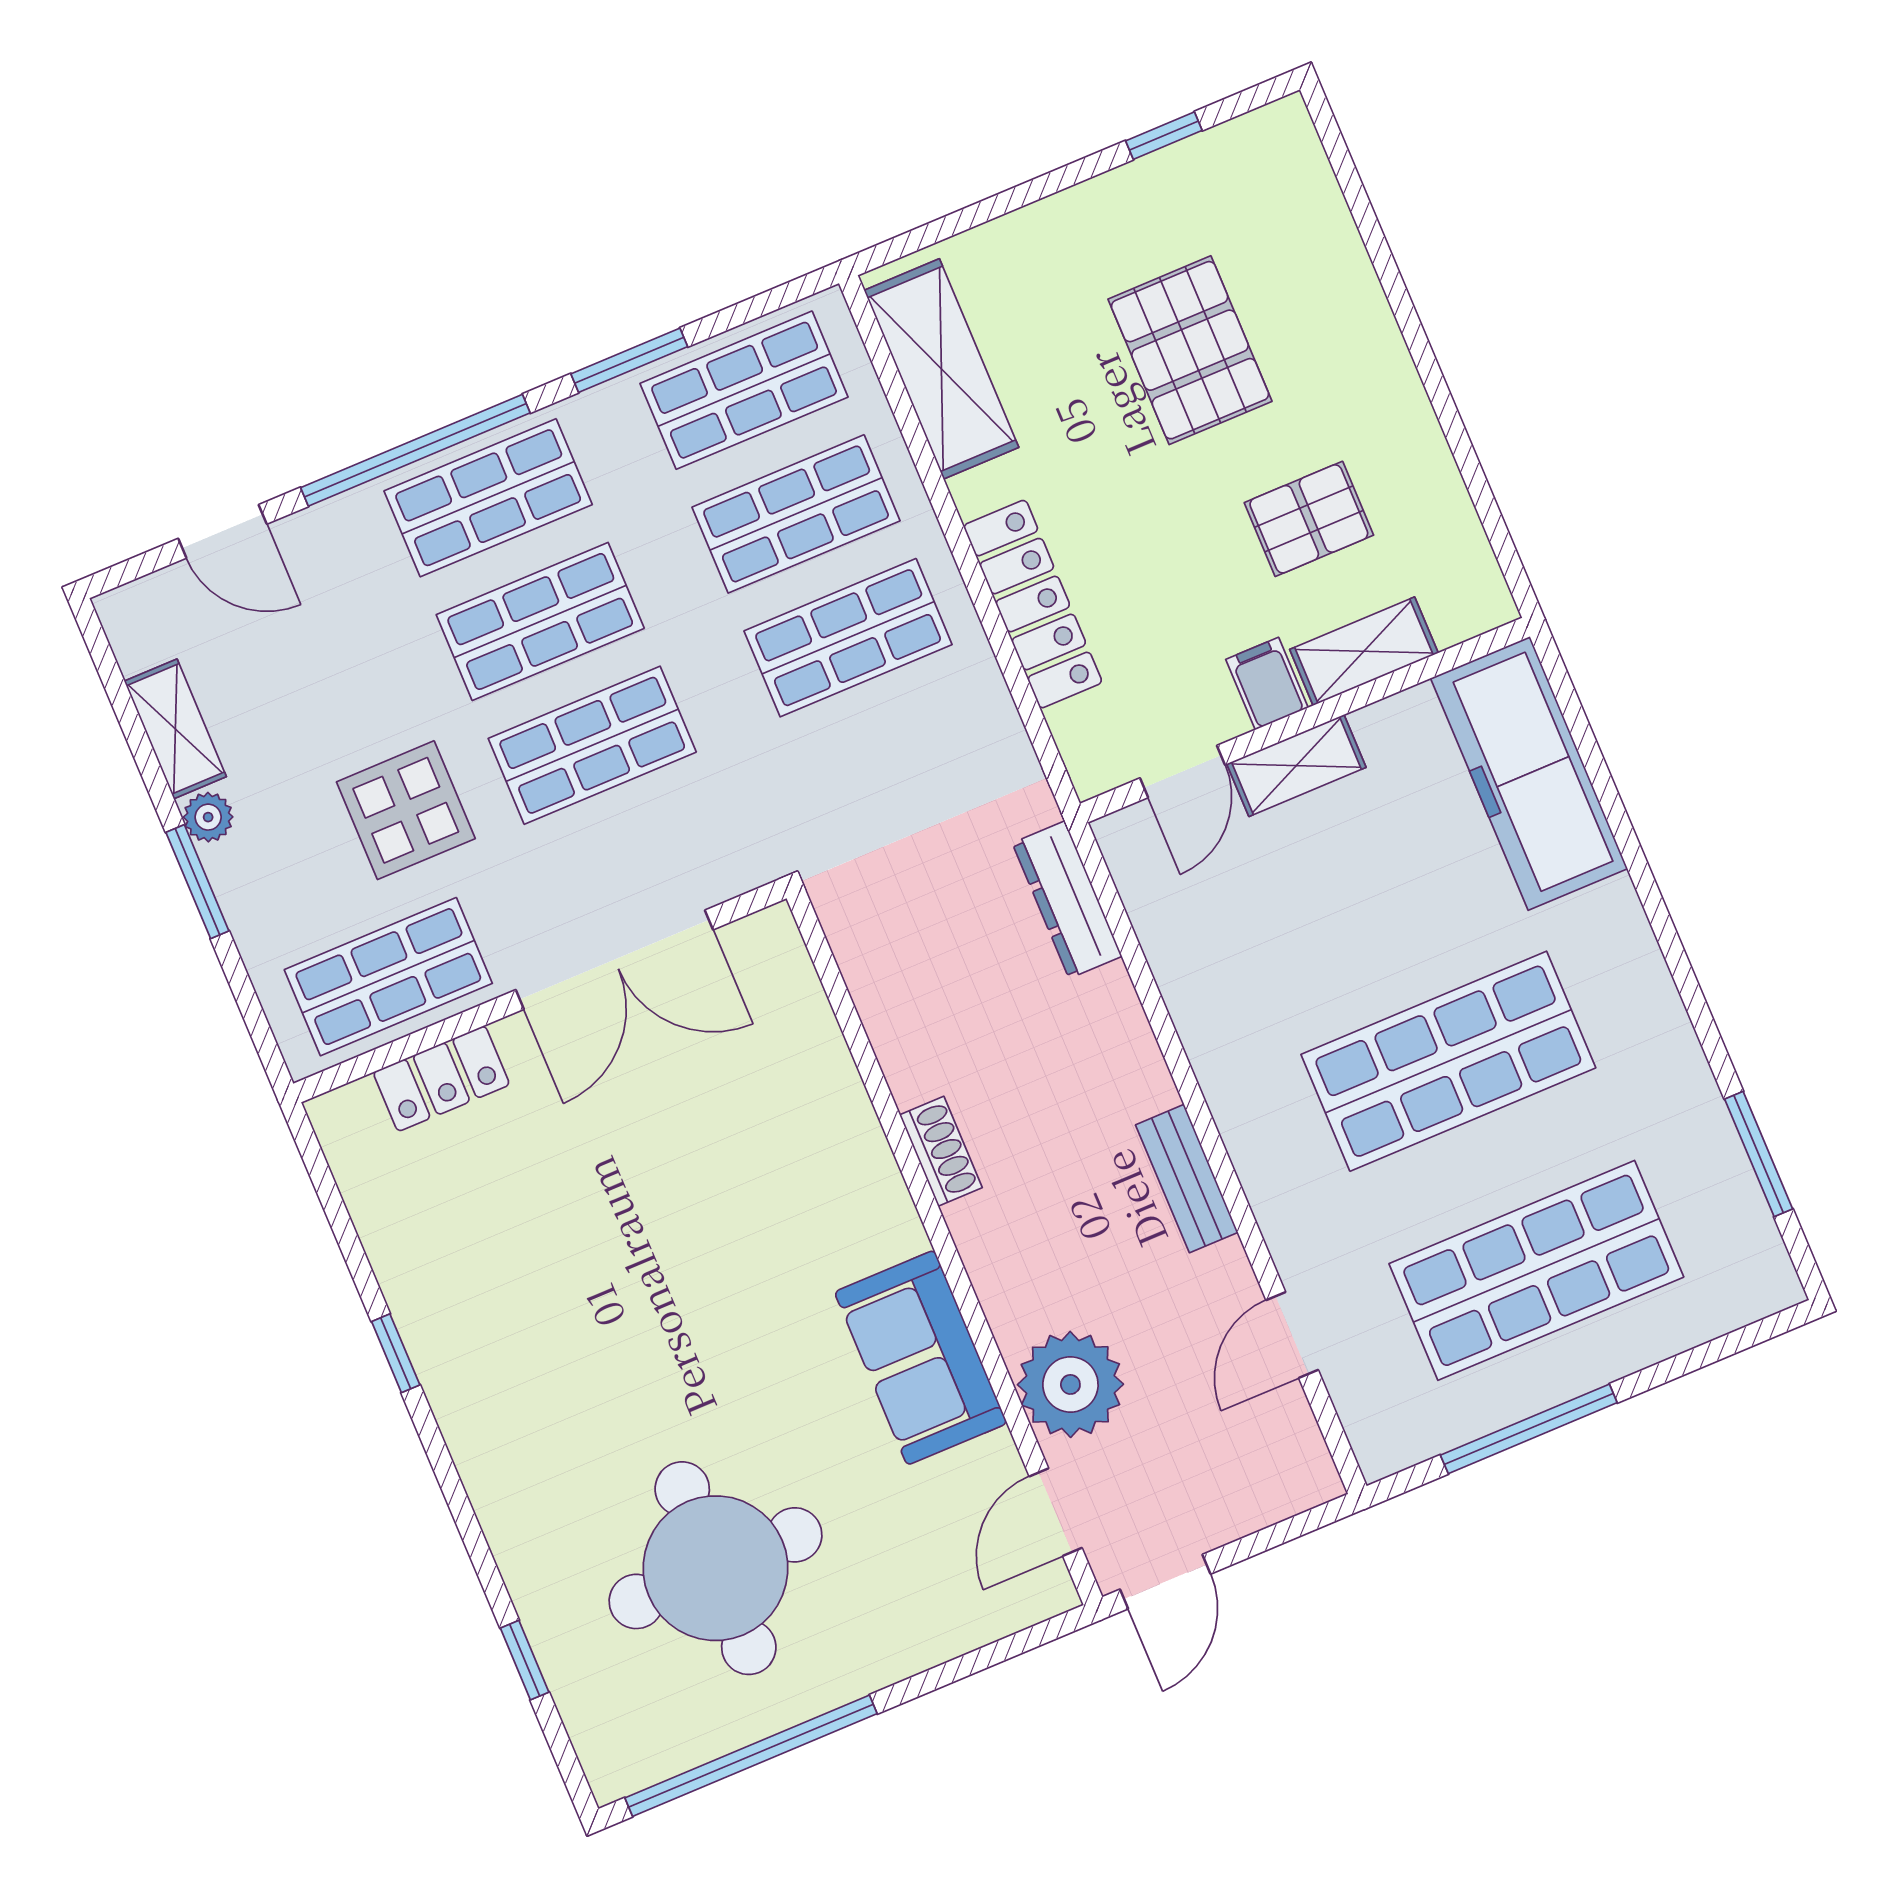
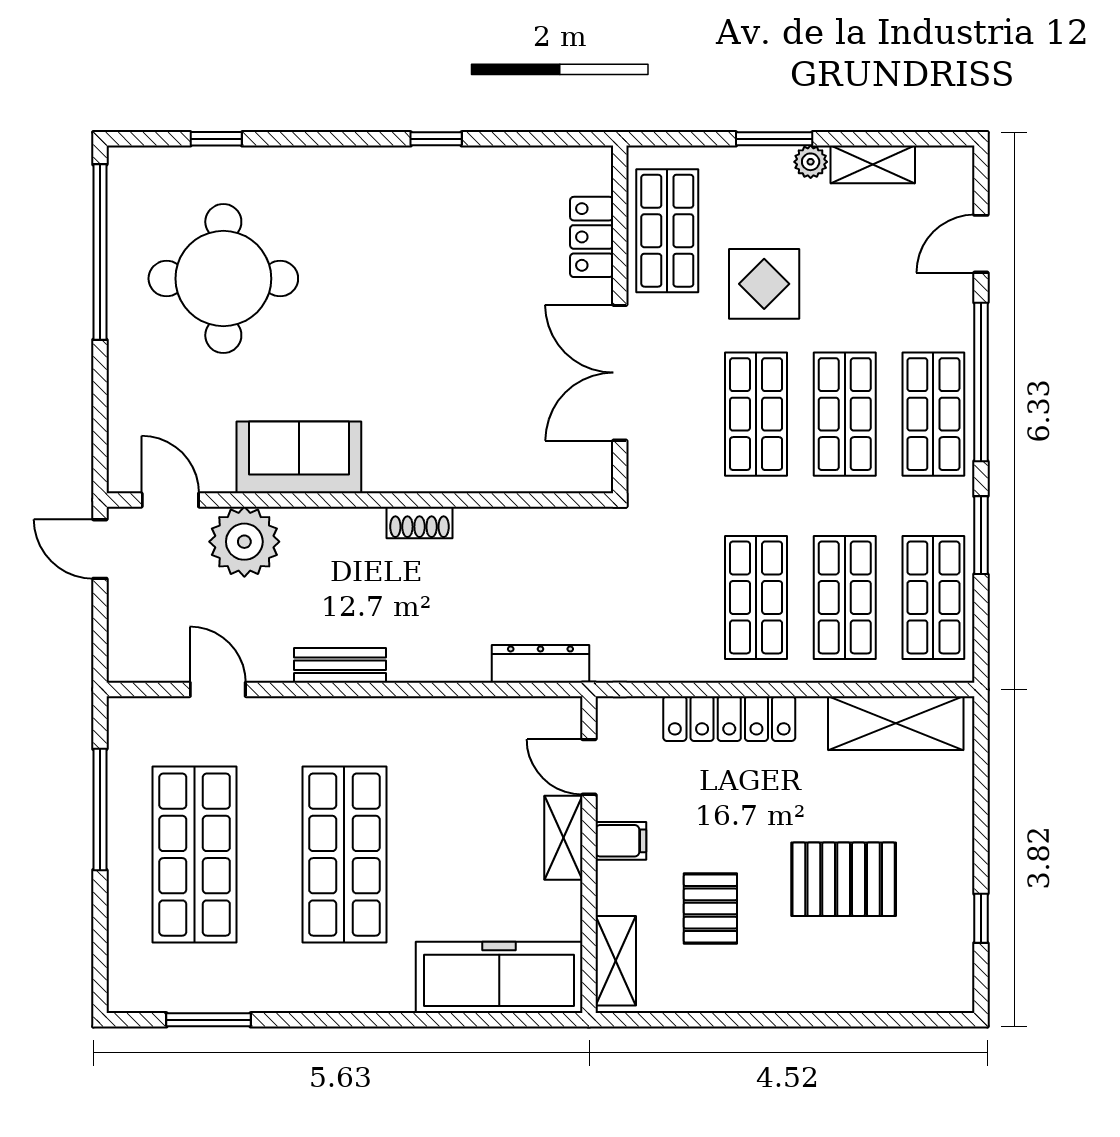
shelving: (1364, 651) -> (616, 961), moved

